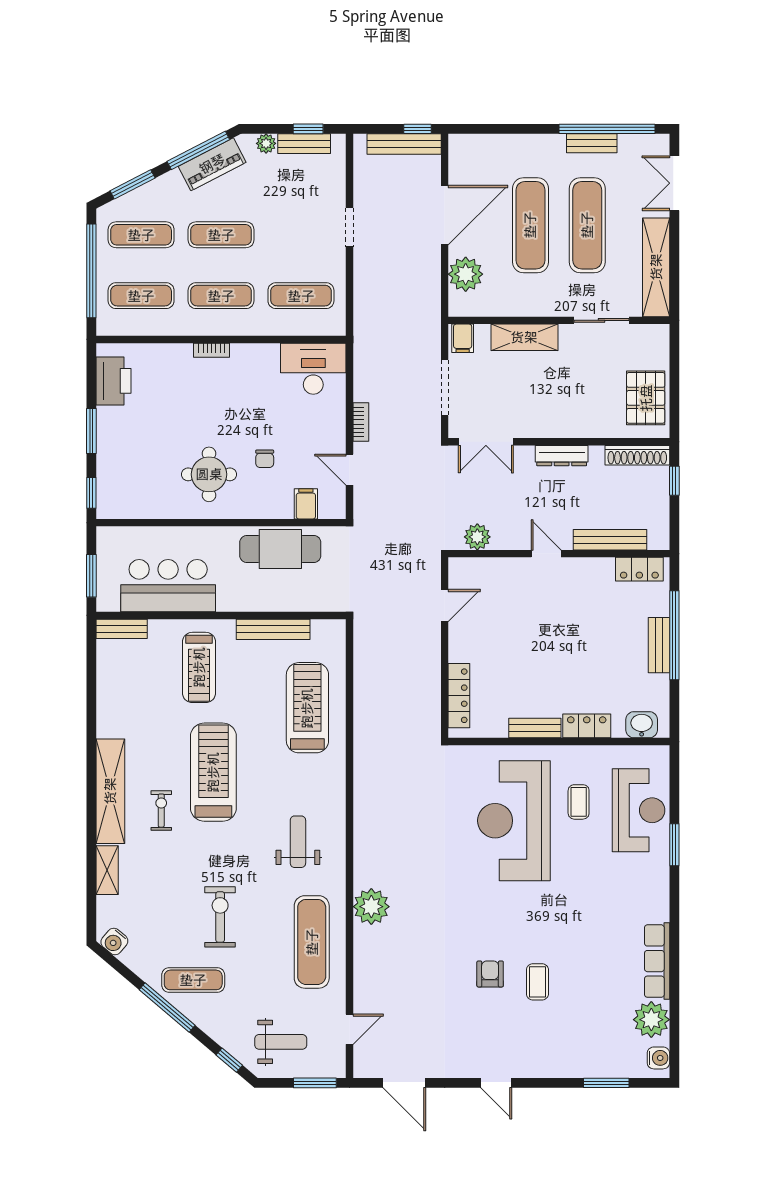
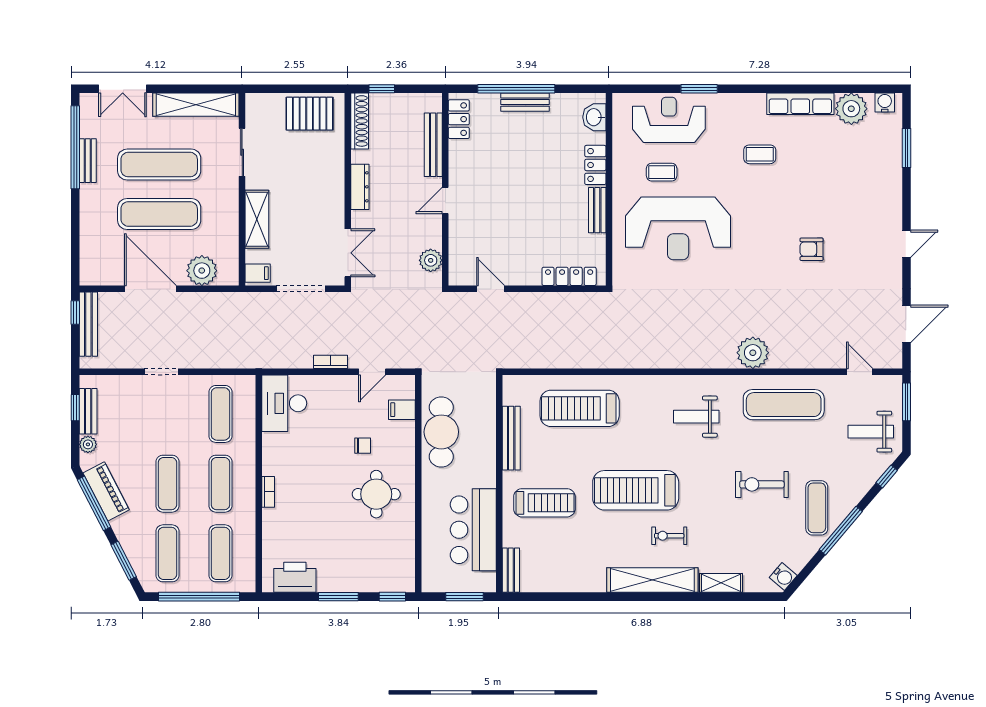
coffee table: (537, 982) -> (760, 154), moved
weight bench: (281, 1042) -> (871, 432), turned -90

